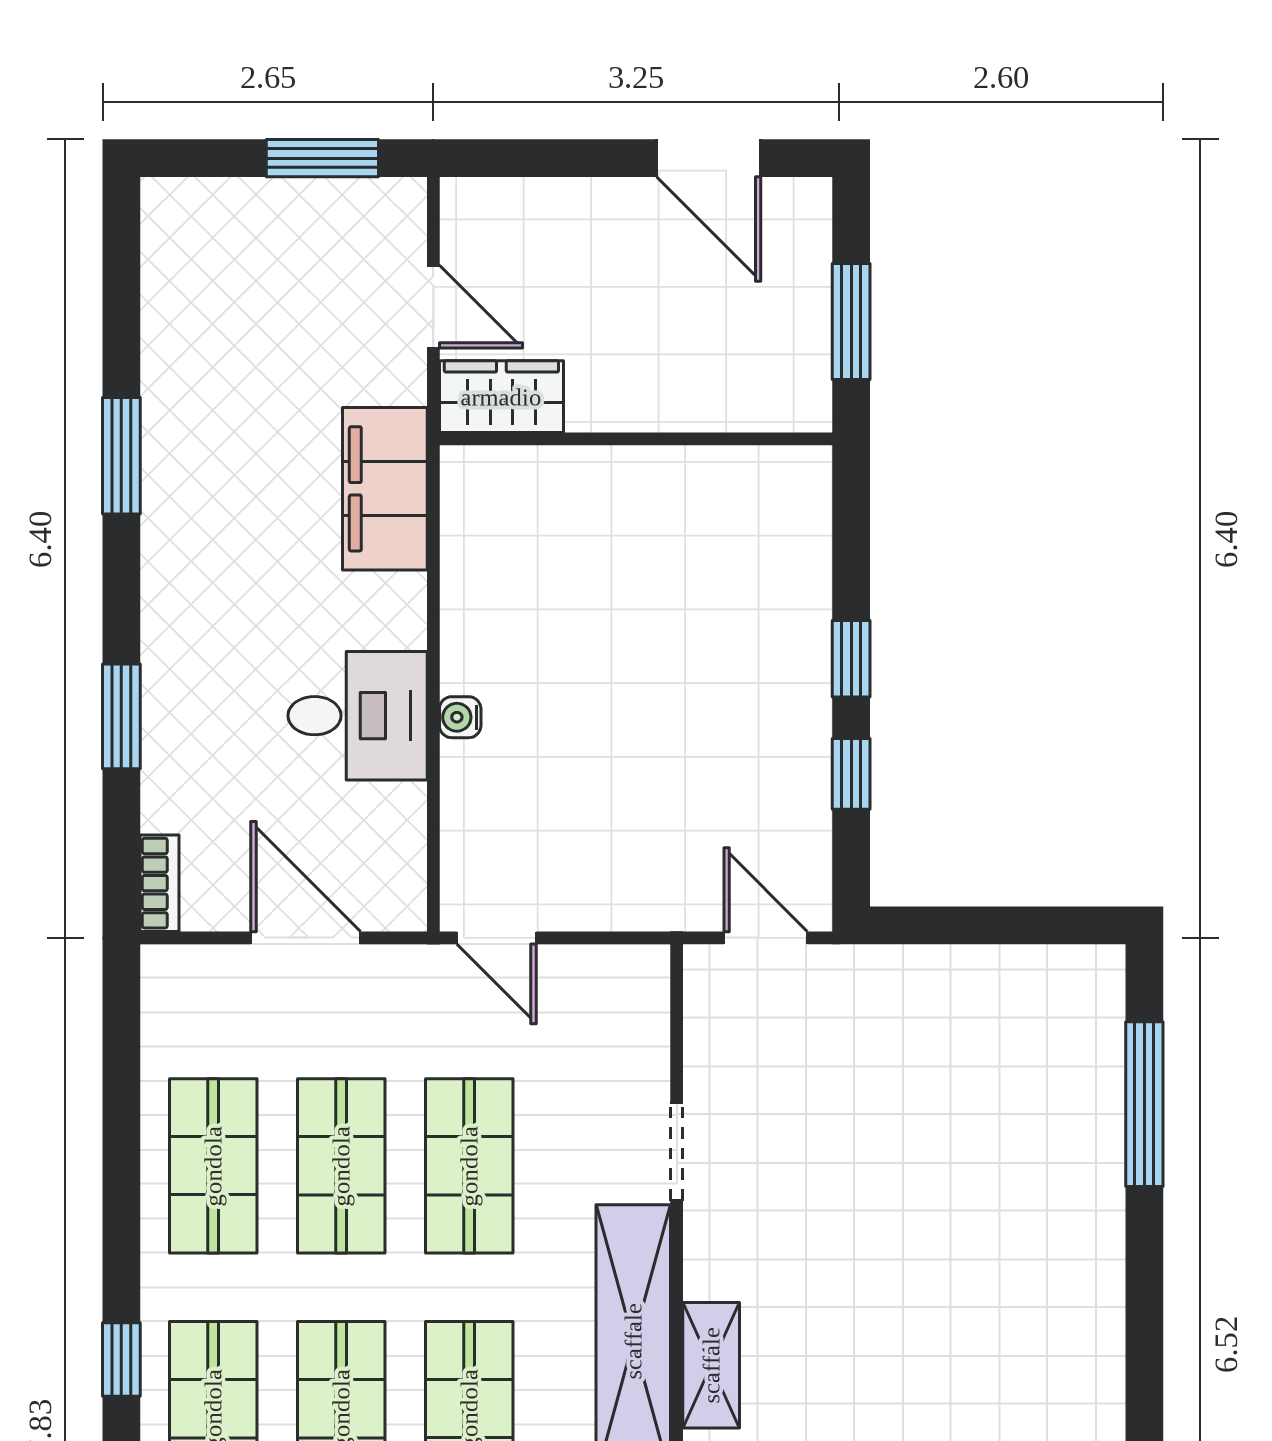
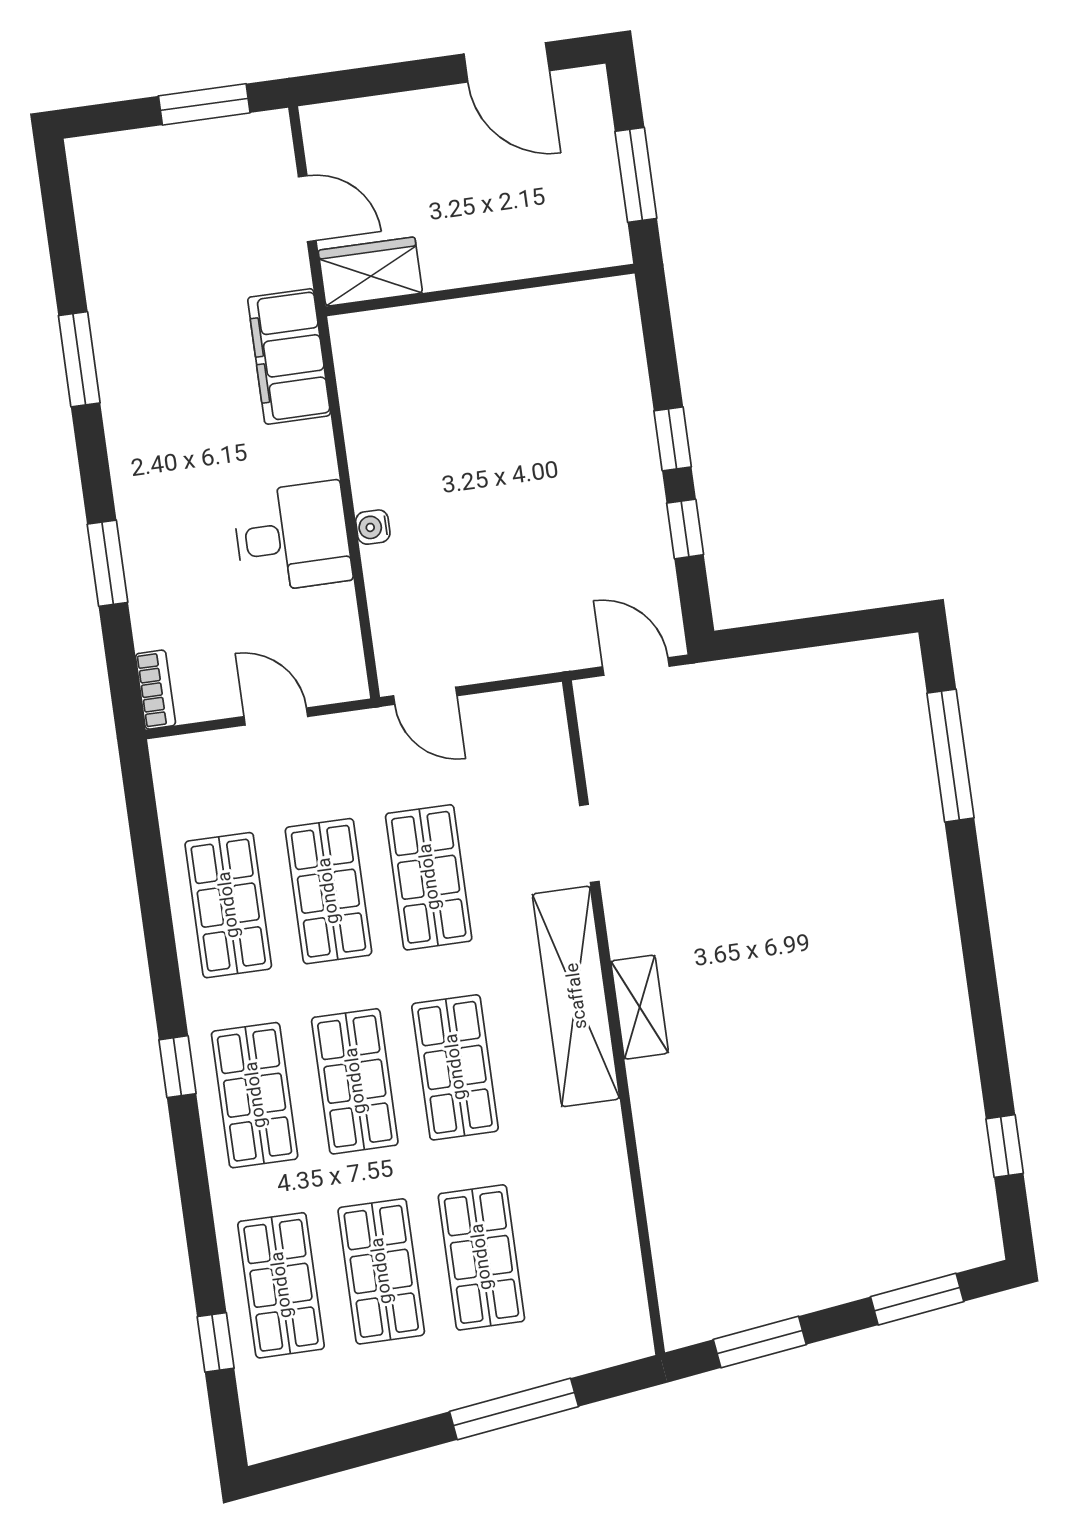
door: (306, 938) -> (276, 717), width x0.73

